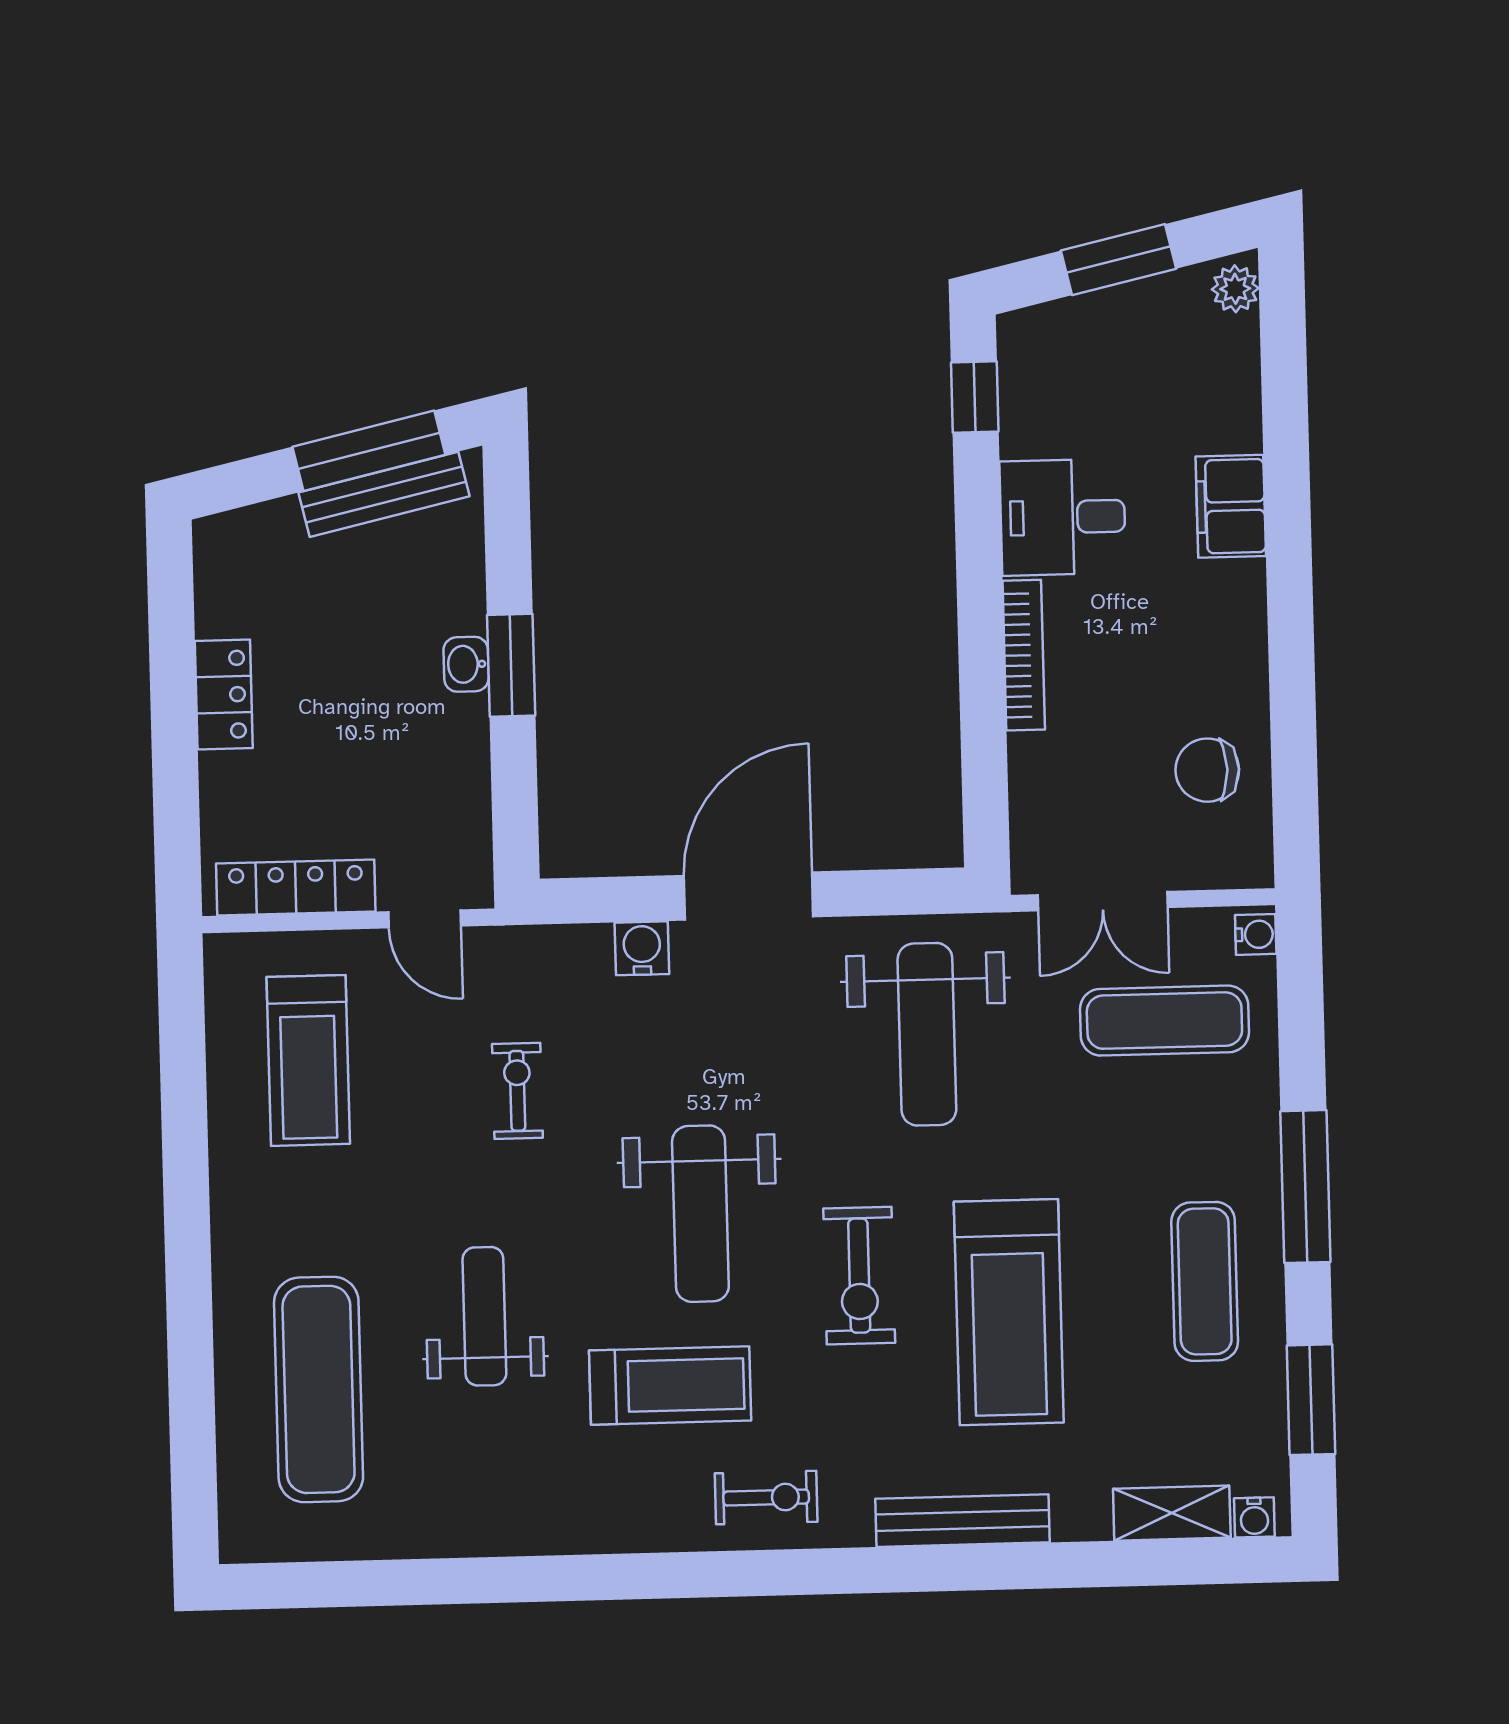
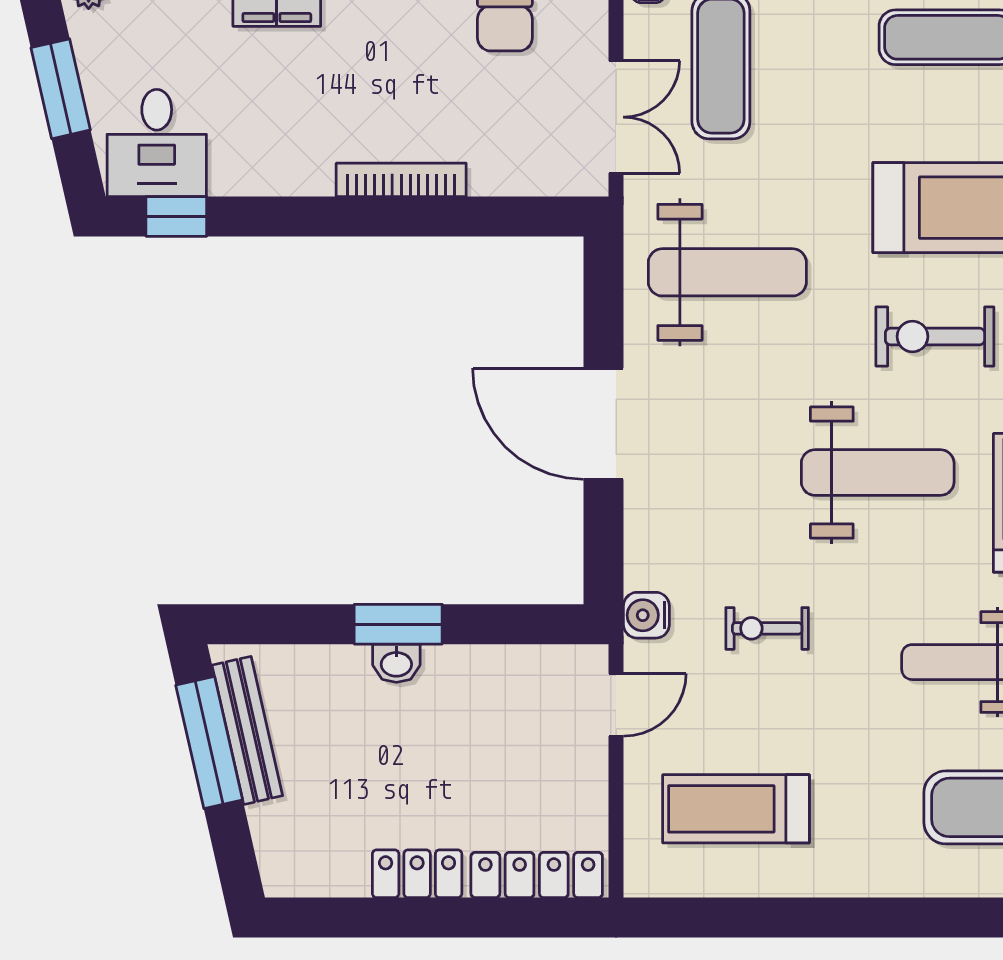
desk: (1063, 517) -> (157, 143), moved
locker: (296, 888) -> (537, 875), moved, turned 90
water cooler: (642, 948) -> (646, 615), moved
treadmill: (308, 1060) -> (736, 809), turned 180
exercise bike: (859, 1276) -> (935, 336), turned 180

